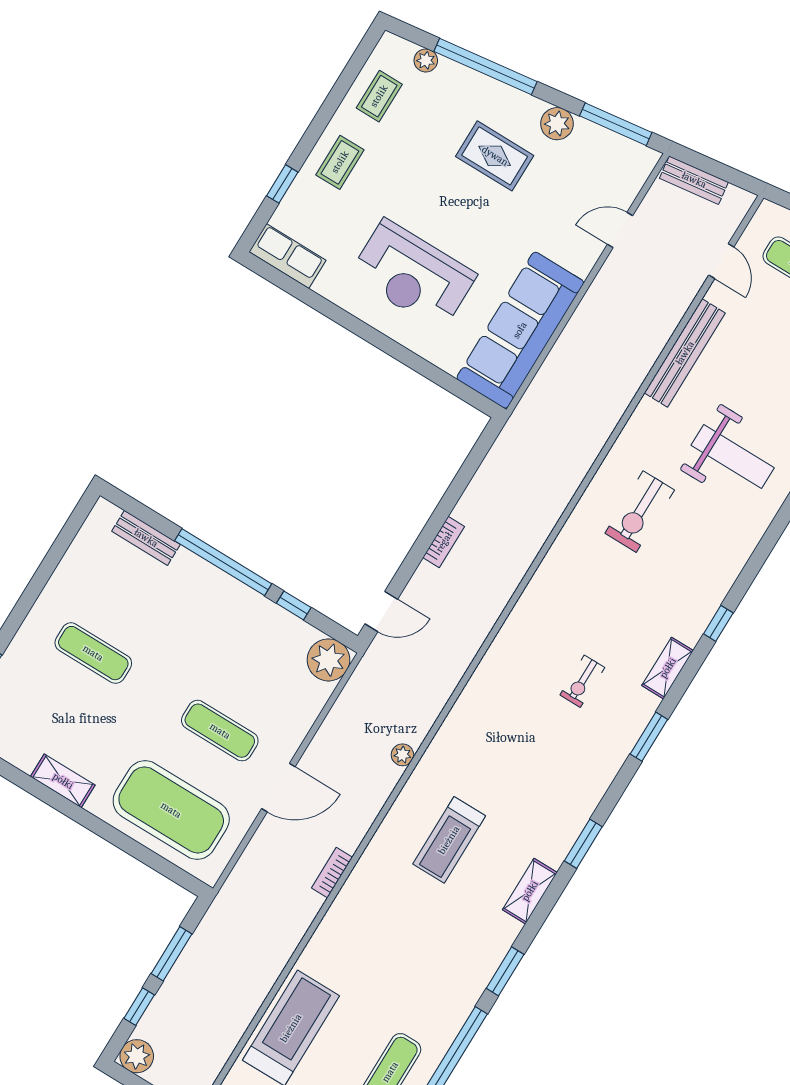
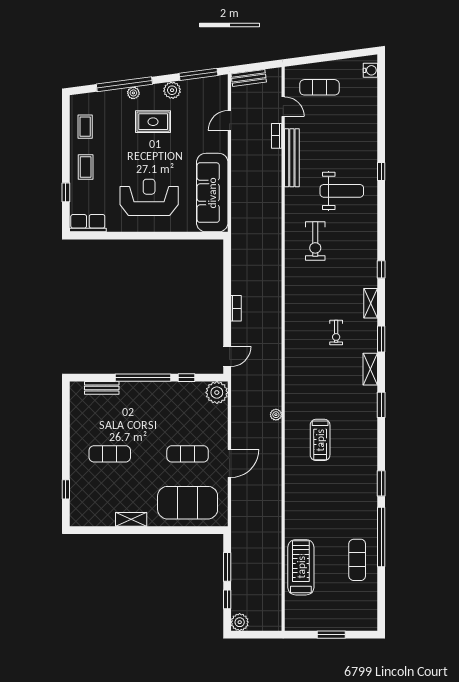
plant: (426, 60) -> (133, 93), moved
reception desk: (413, 275) -> (149, 197), turned 180
bookcase: (332, 873) -> (277, 136), moved
shelving: (530, 891) -> (370, 369), moved

